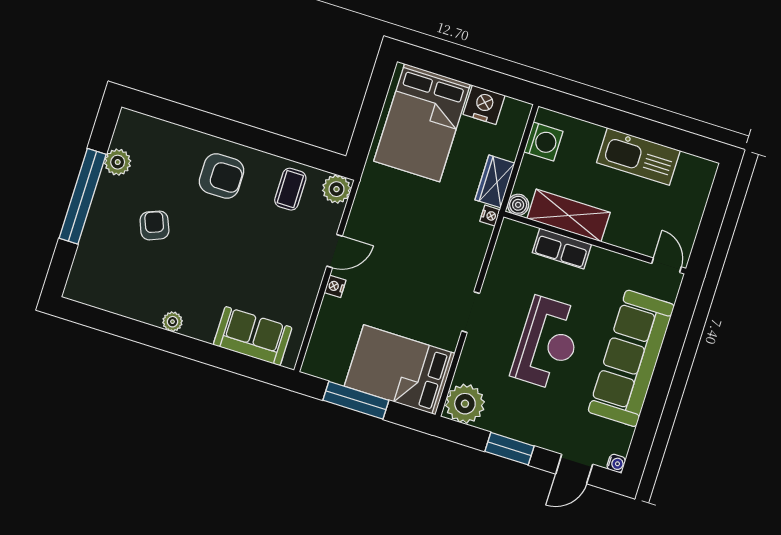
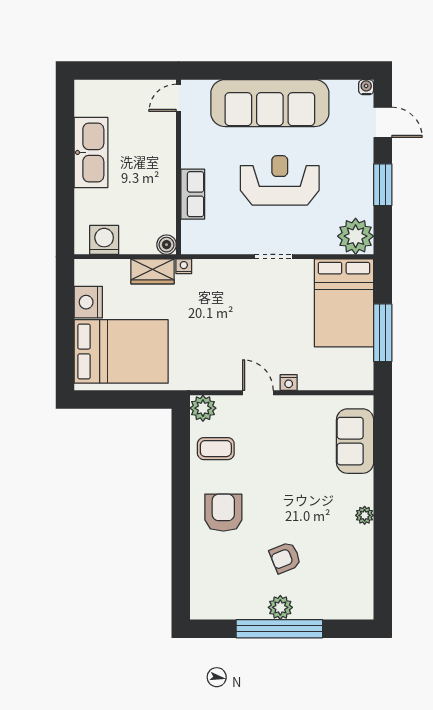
plant: (118, 162) -> (280, 607), moved
shelving: (569, 215) -> (162, 197), removed

